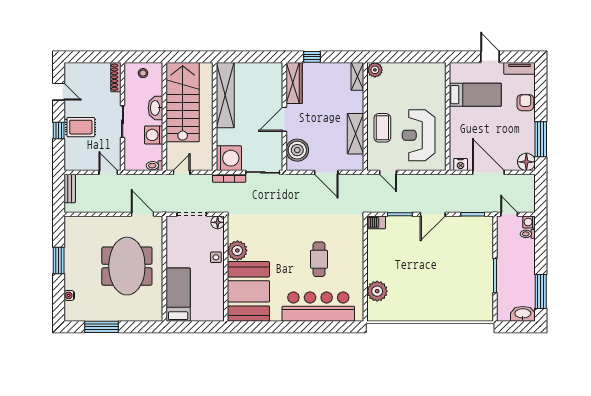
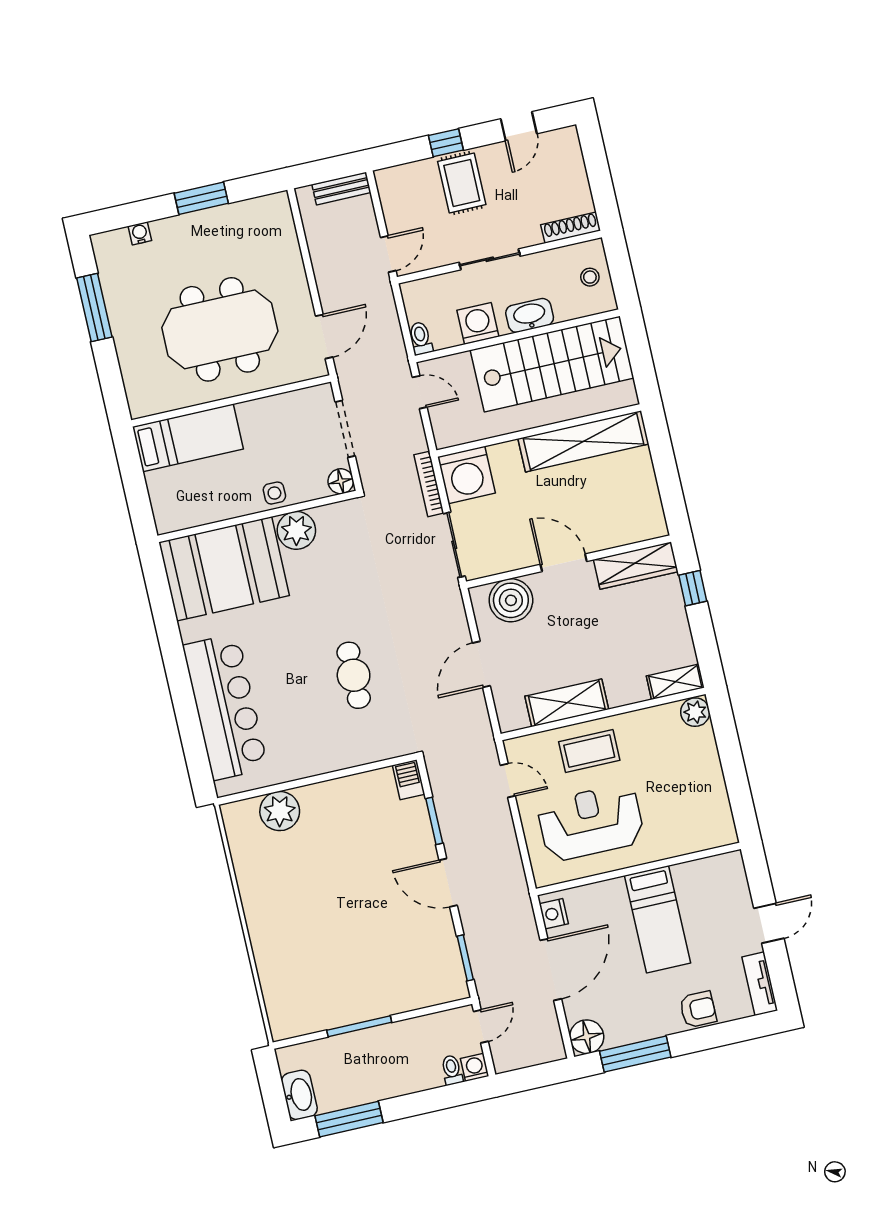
bed: (475, 95) -> (658, 919), moved
door: (388, 172) -> (508, 781), swing flipped
cafe table: (319, 259) -> (354, 675), moved, turned 90

